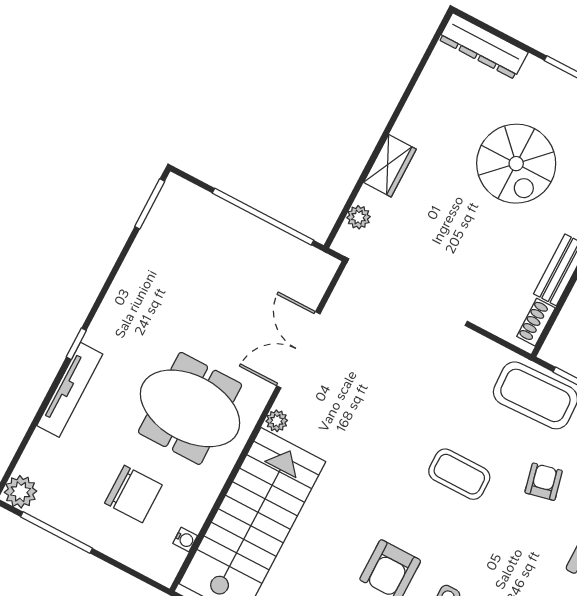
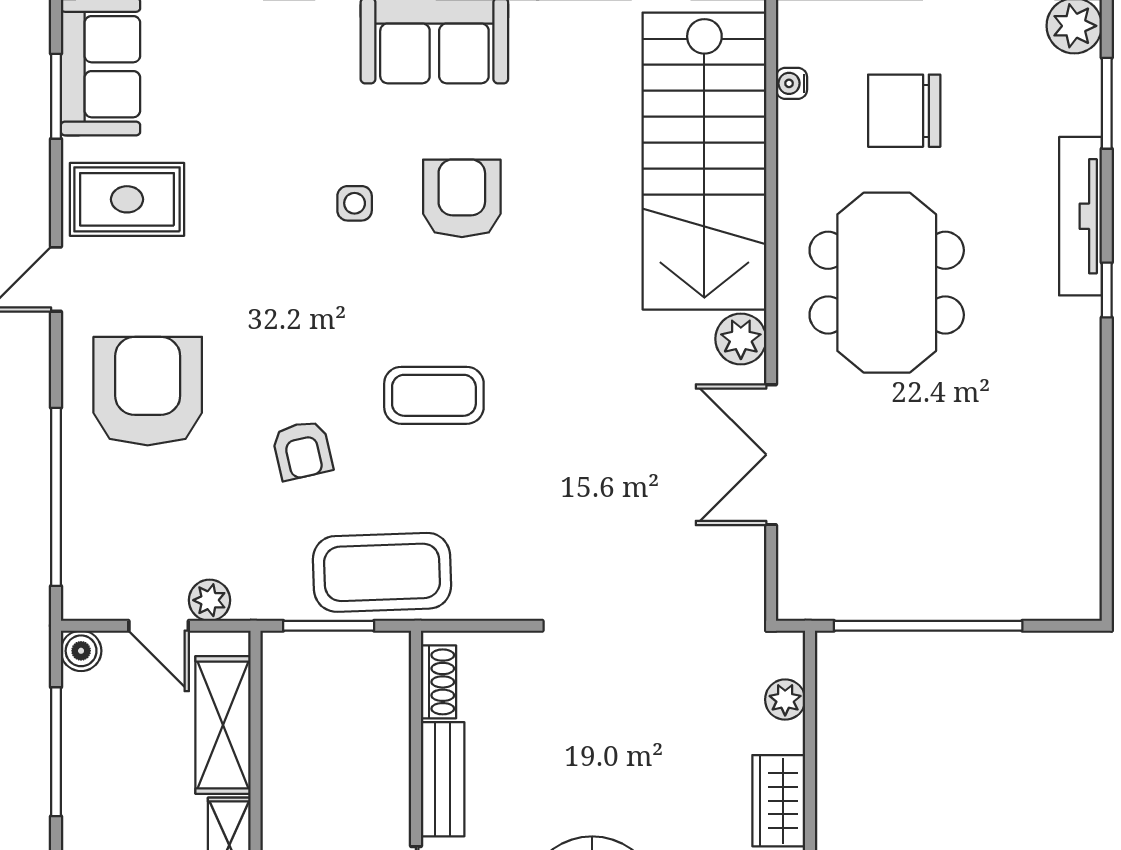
window: (150, 204) -> (1107, 103), moved
double door: (298, 350) -> (771, 455), swing flipped
meeting table: (190, 408) -> (887, 283), turned 90
plant: (277, 421) -> (741, 339), width x1.38, depth x1.38

